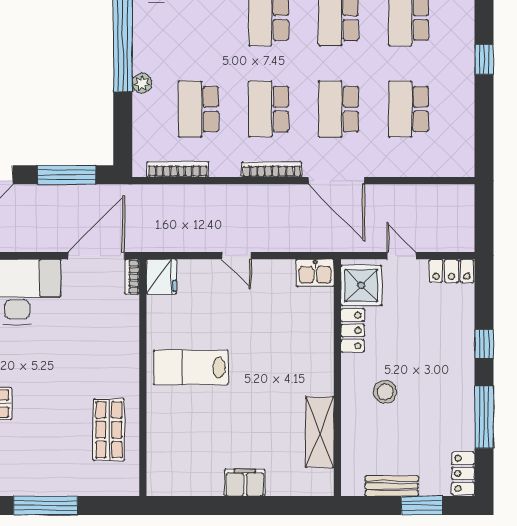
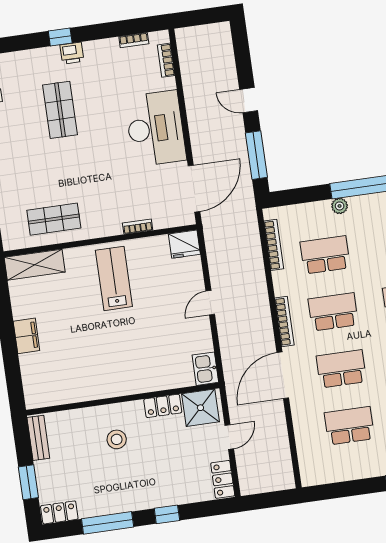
door: (96, 256) -> (194, 189), hinge flipped
bookcase: (132, 277) -> (138, 227), moved
shelving: (320, 432) -> (35, 265), moved
bench: (392, 486) -> (38, 438), moved

